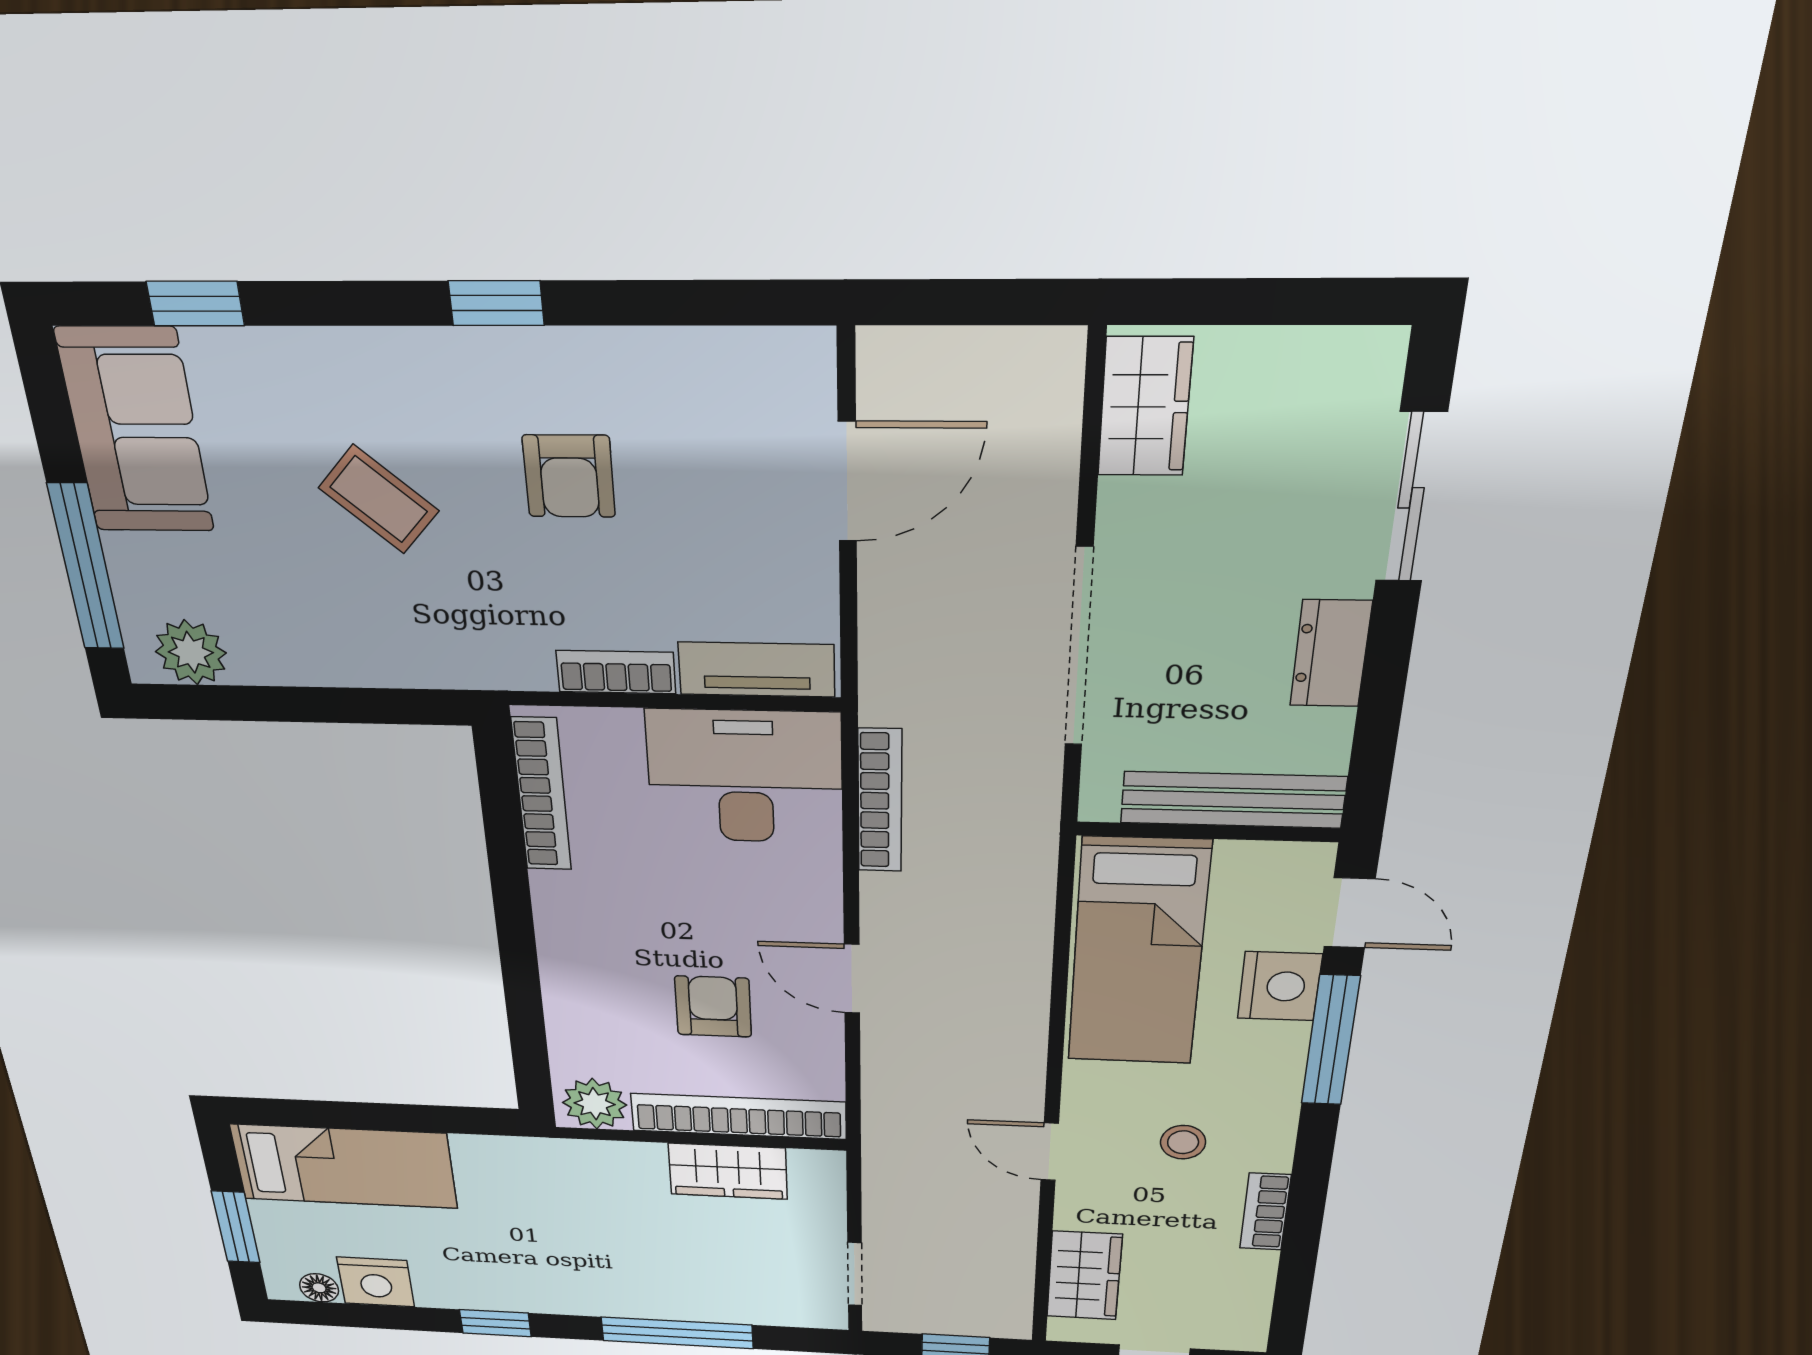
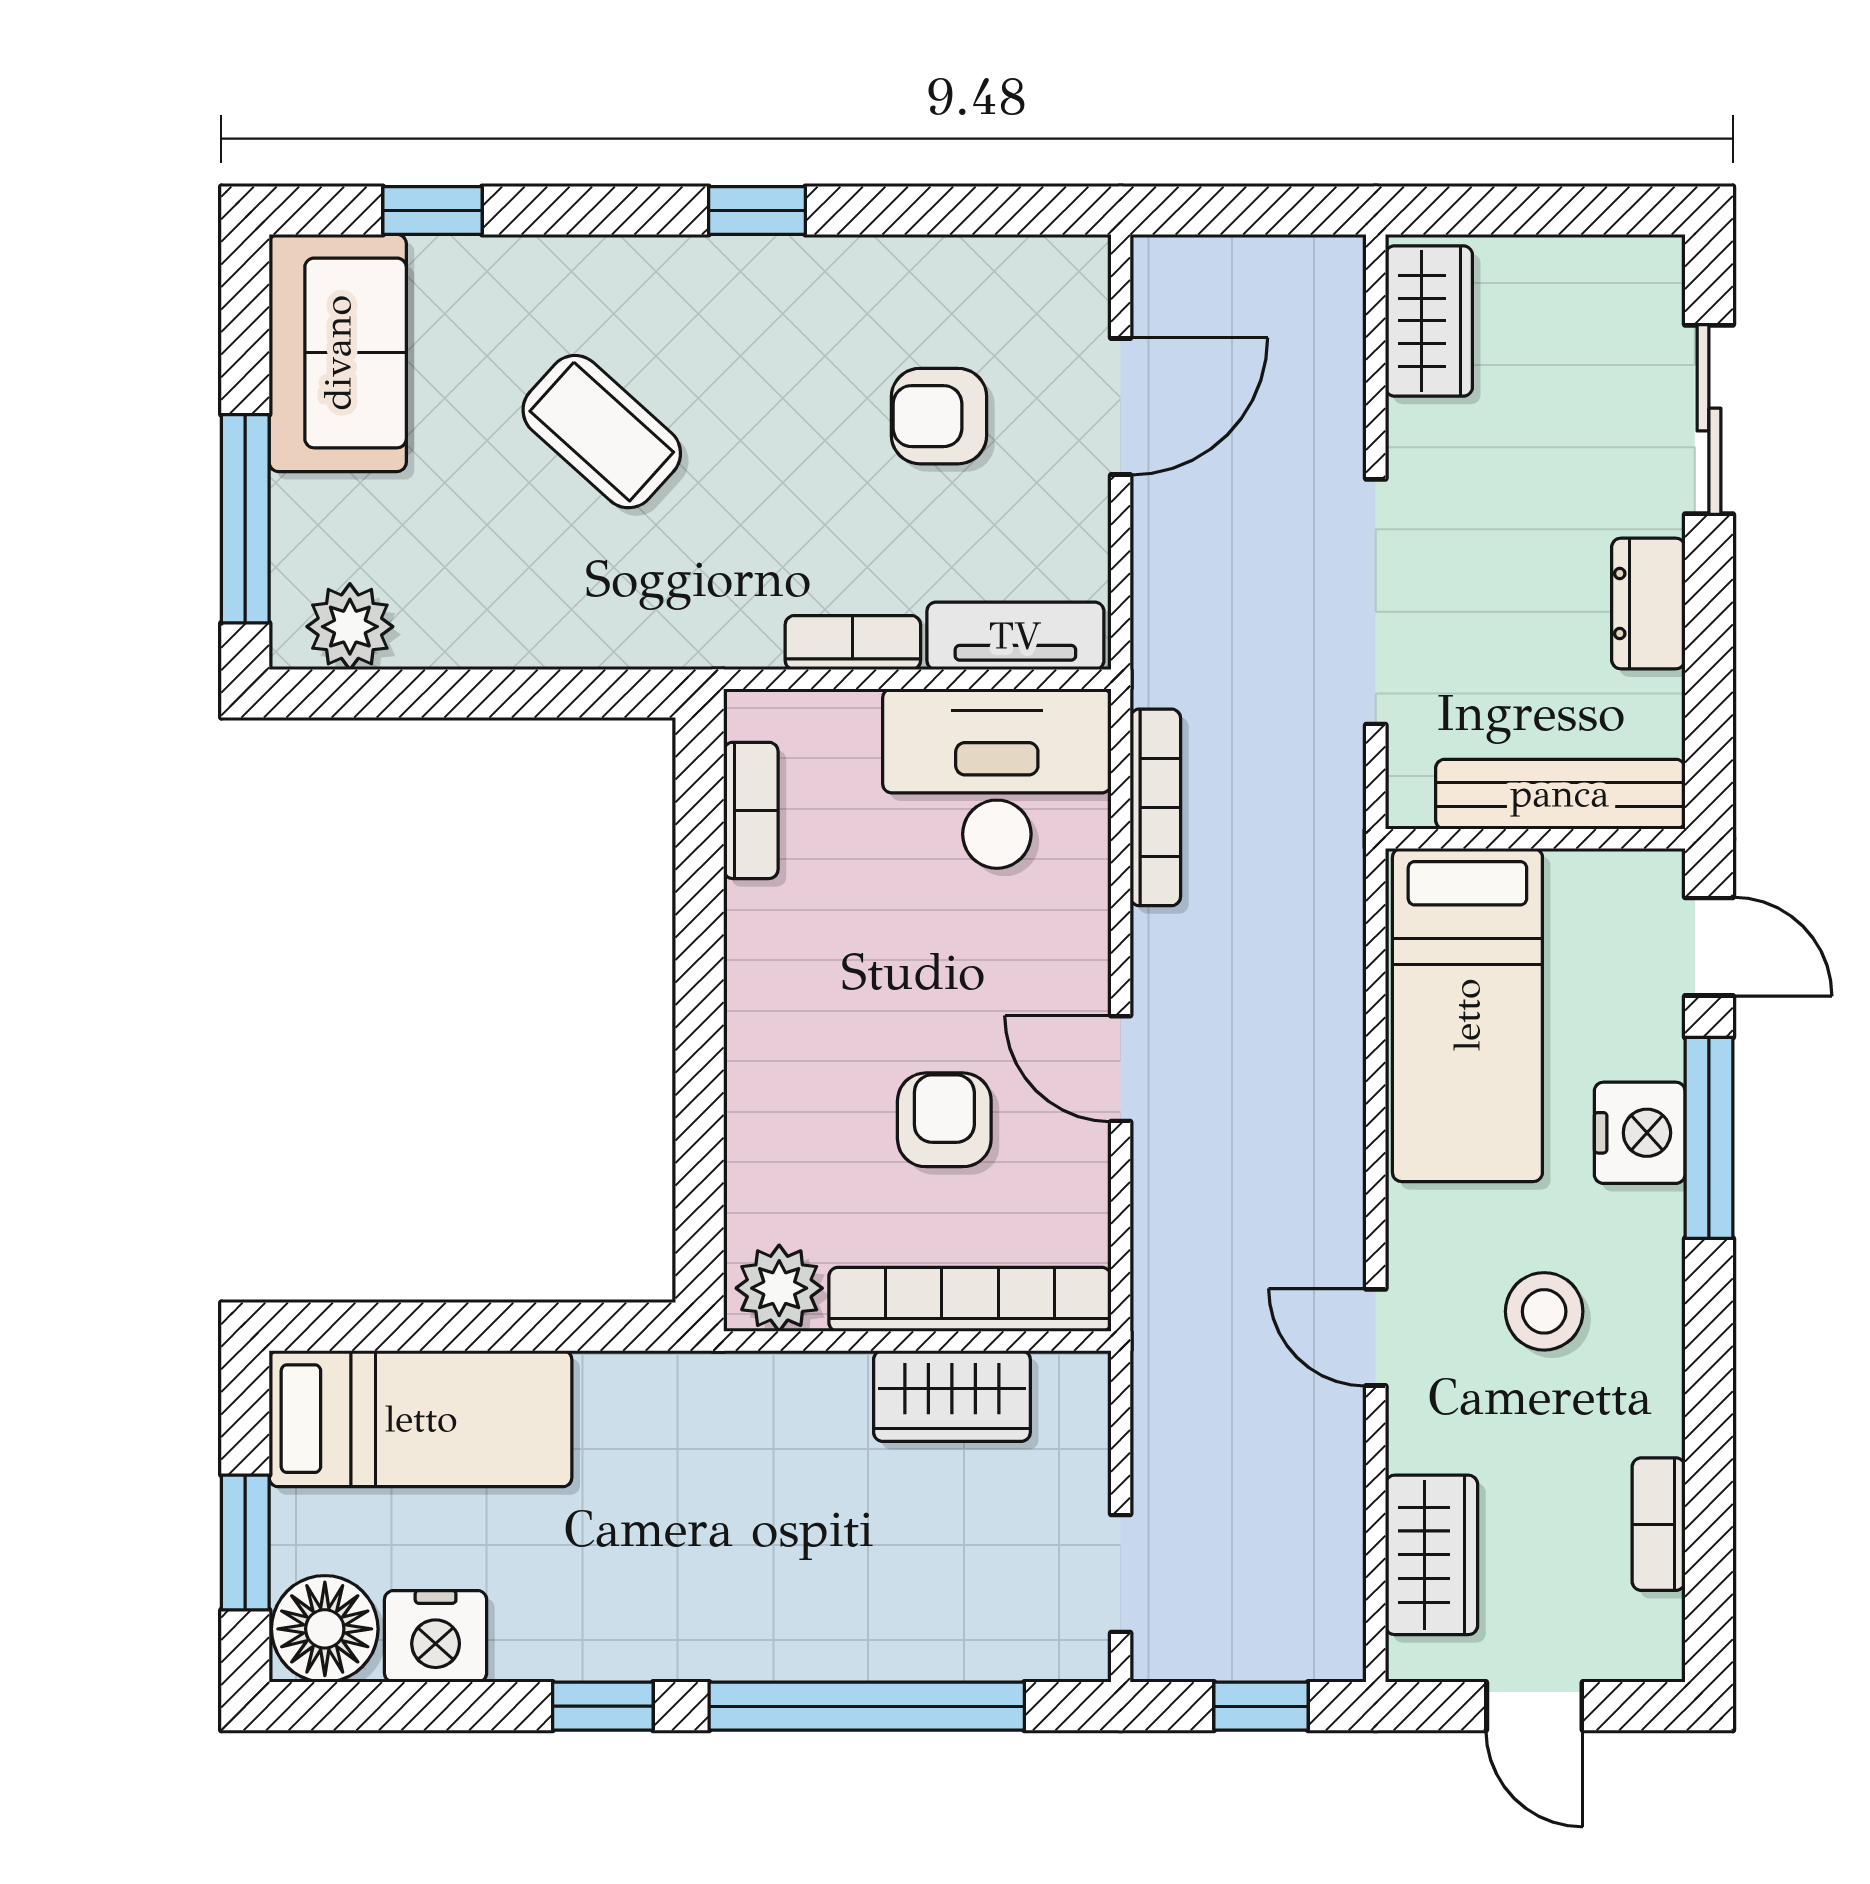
armchair: (569, 476) -> (939, 416), moved, turned 90
coffee table: (379, 499) -> (602, 432), width x1.36, depth x1.30
bookcase: (541, 795) -> (751, 810), width x0.64
nightstand: (1280, 986) -> (1640, 1133), moved
stool: (1183, 1142) -> (1544, 1311), width x1.37, depth x1.37
bookcase: (1265, 1212) -> (1659, 1524), moved
floor lamp: (319, 1288) -> (325, 1629), width x1.89, depth x1.89
window: (677, 1333) -> (867, 1706), width x1.46

